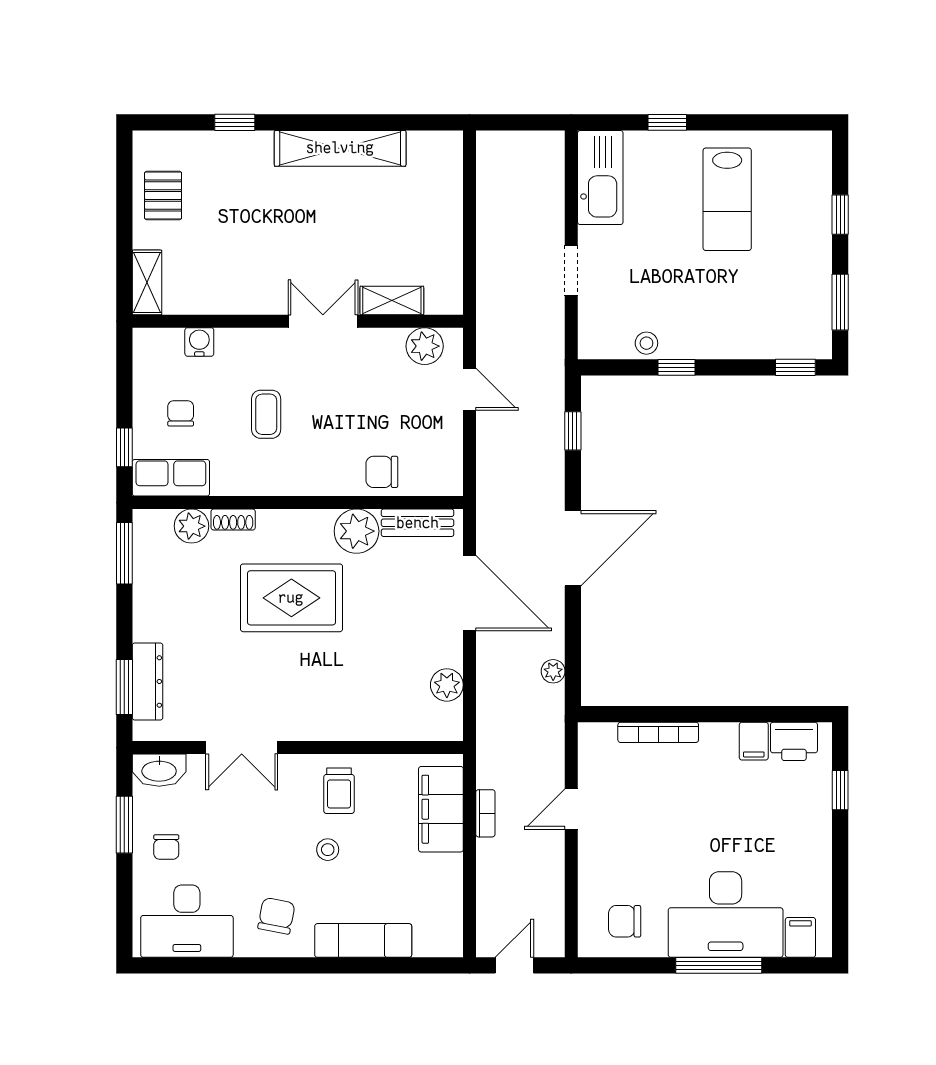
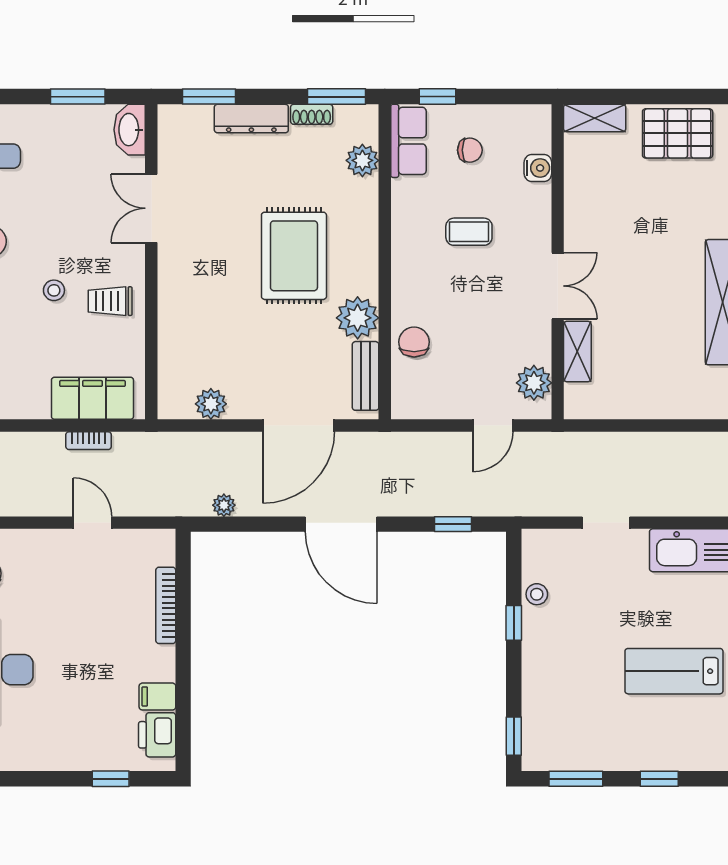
pallet: (163, 195) -> (678, 133), width x1.50, depth x1.42
shoe rack: (233, 520) -> (312, 114), moved, turned -90
dresser: (147, 681) -> (251, 119), moved
chair: (166, 847) -> (56, 136), removed

